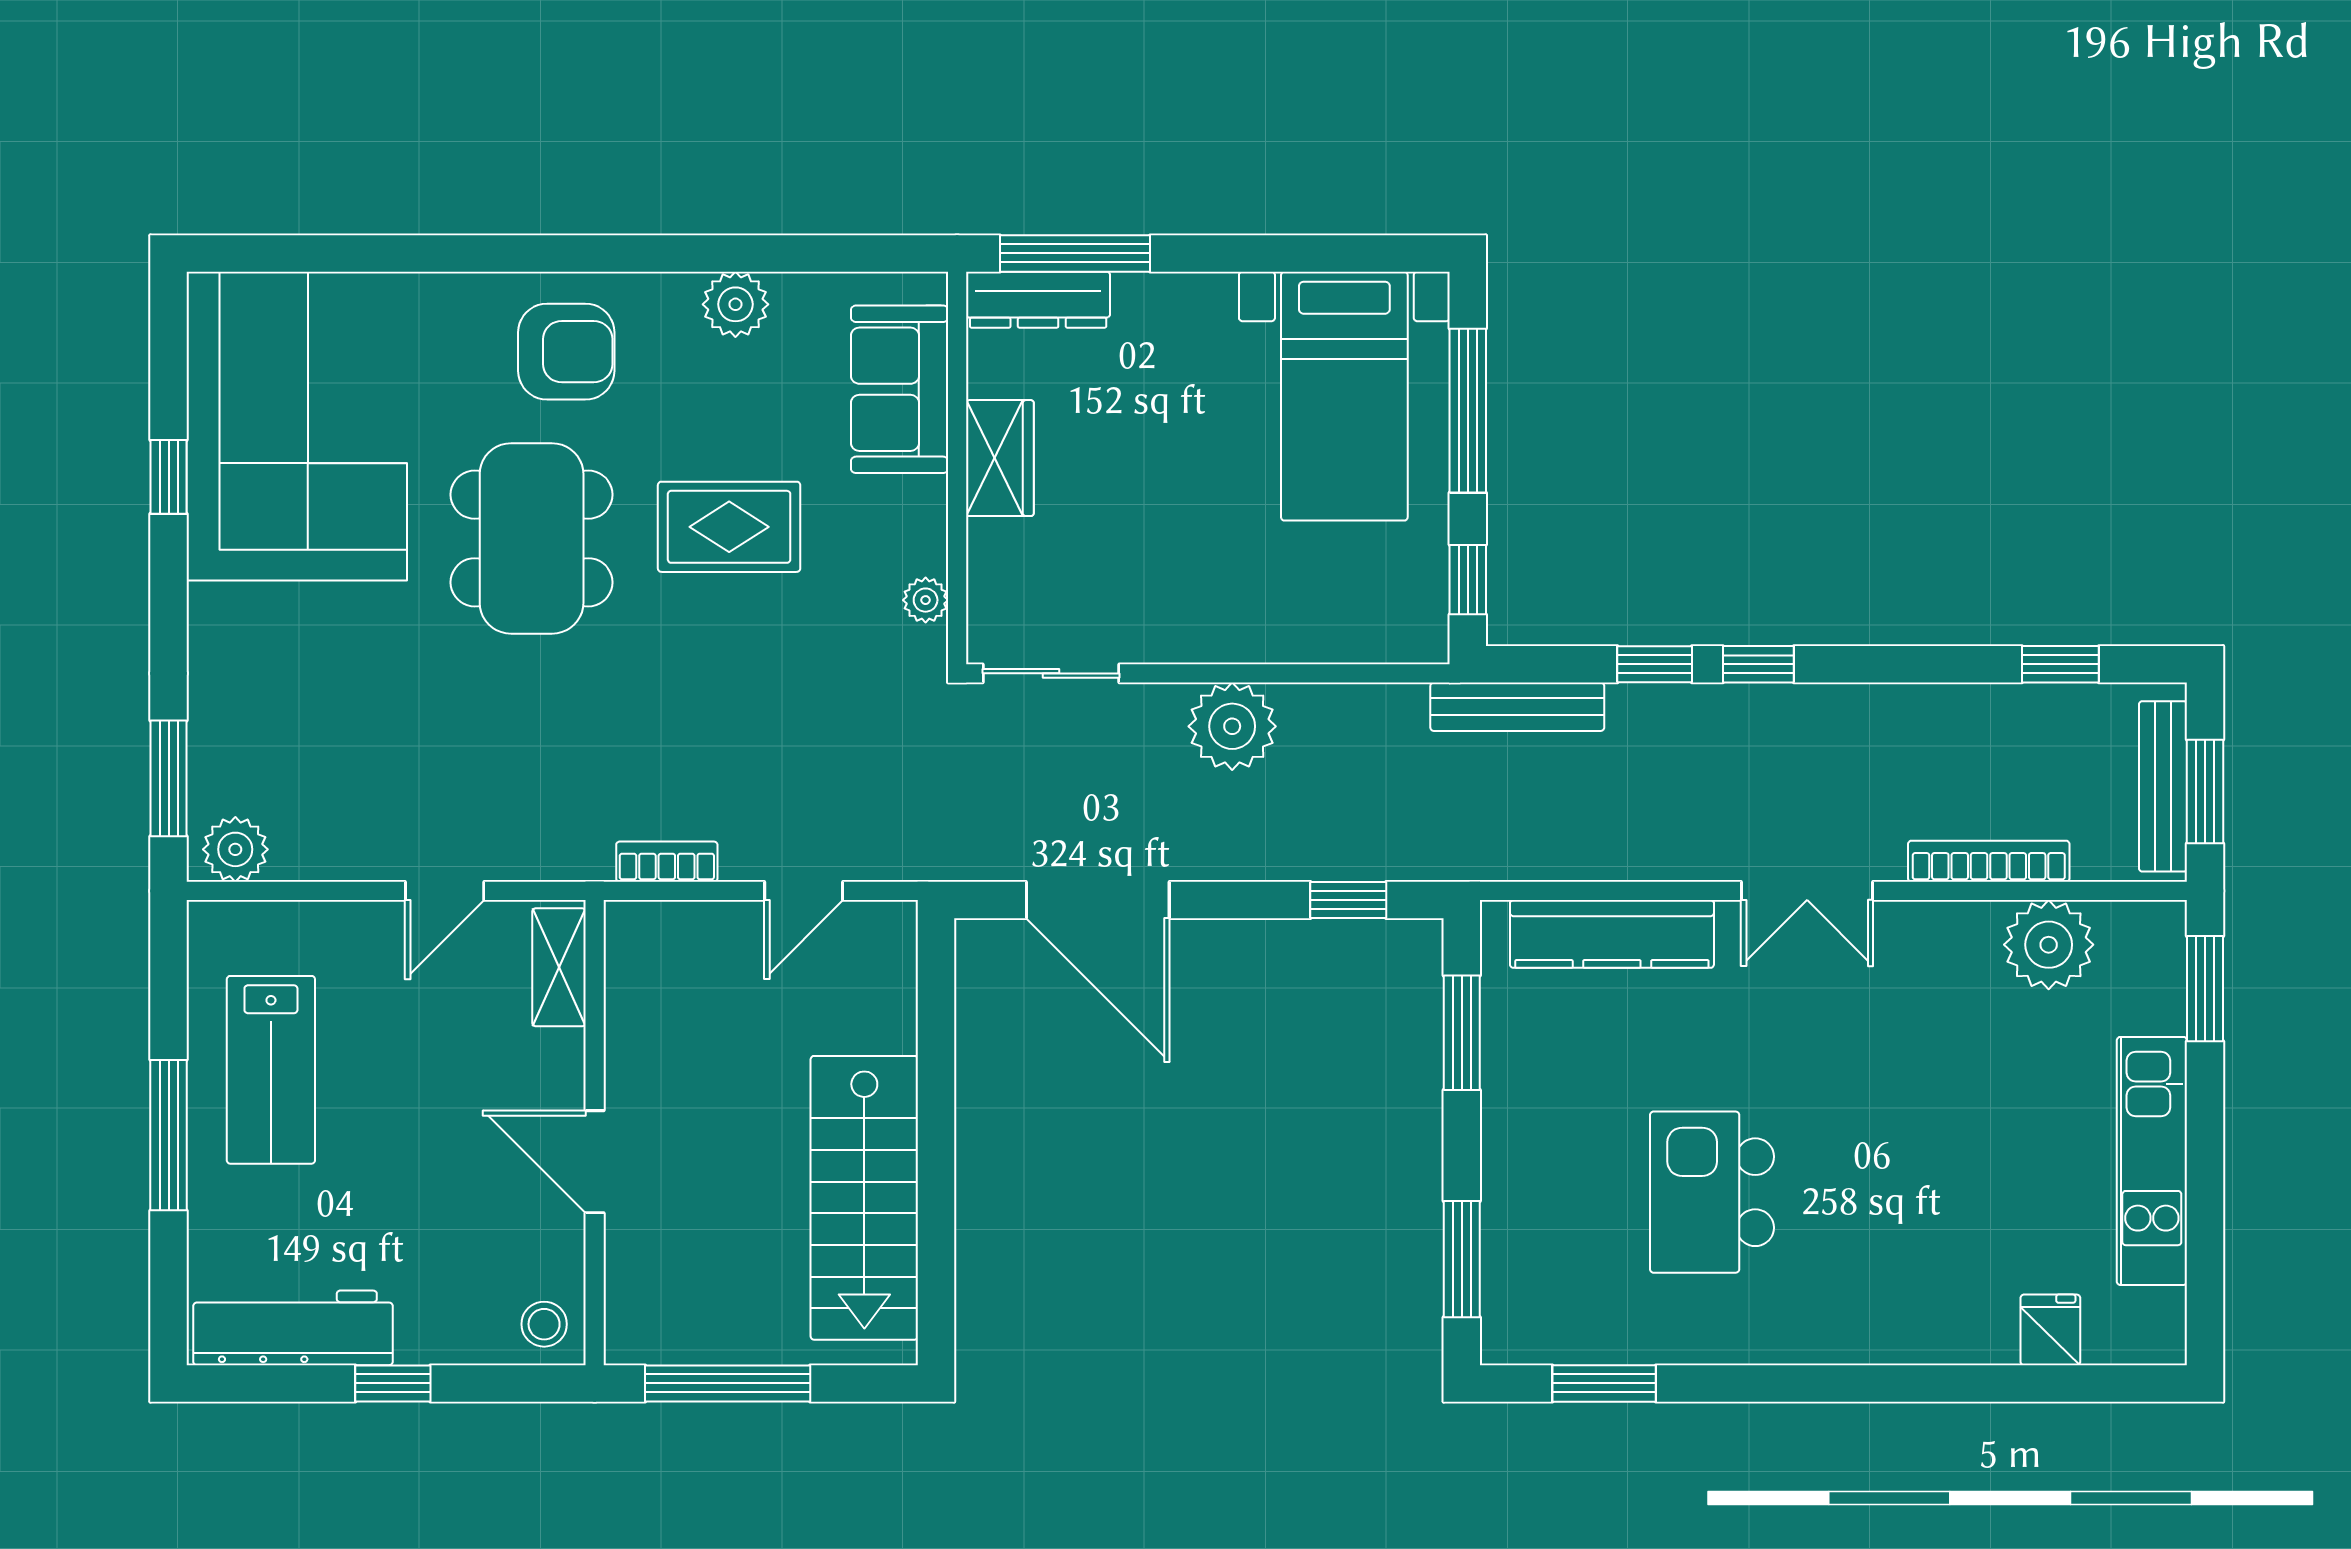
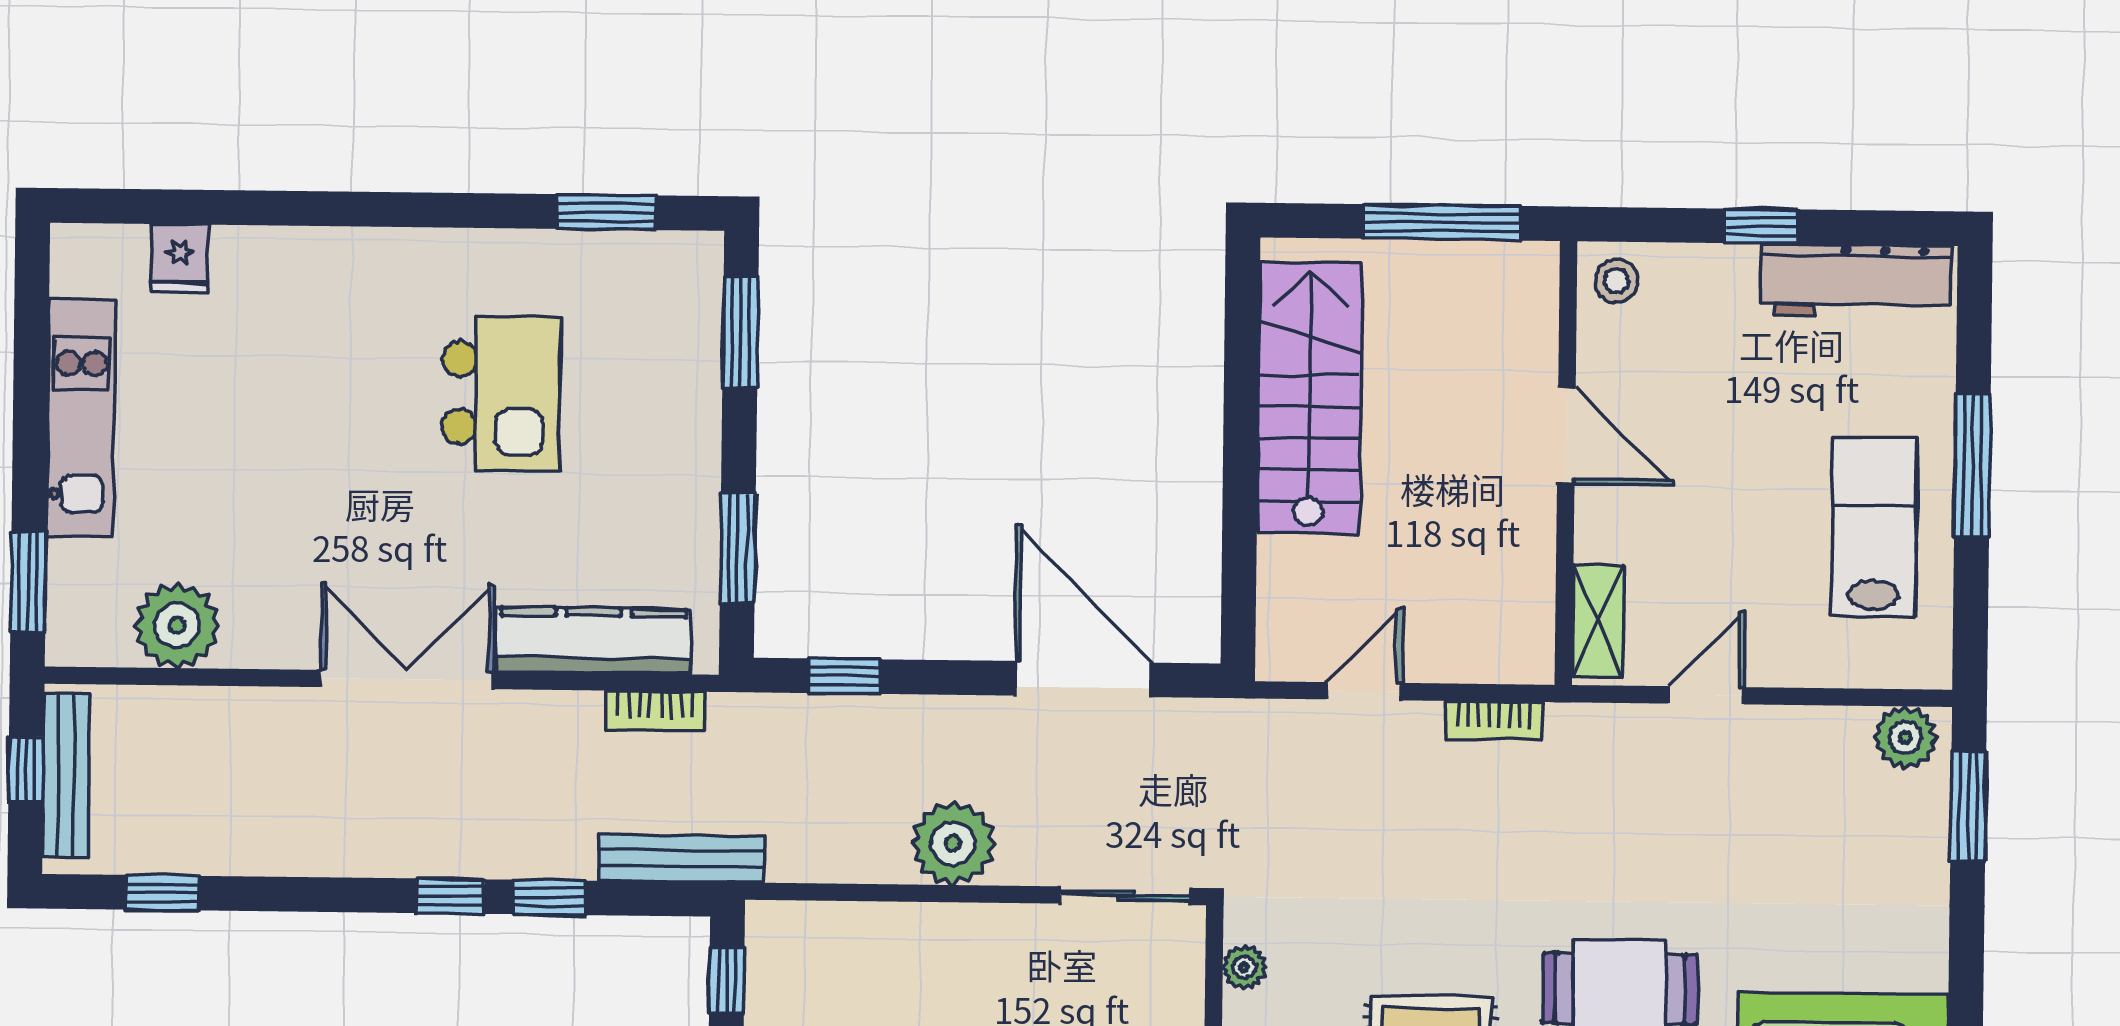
window: (2205, 791) -> (26, 770), width x0.67
bookcase: (1989, 861) -> (656, 711), moved, width x0.64
double door: (1807, 891) -> (407, 679), width x1.37

